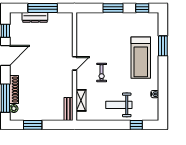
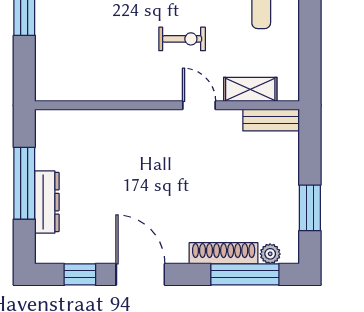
door: (74, 63) -> (199, 105), moved

